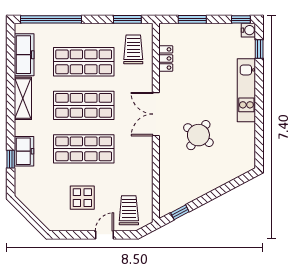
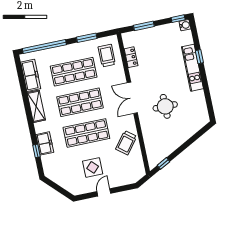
window: (127, 19) -> (87, 38), moved
window: (259, 49) -> (199, 57), moved
round table: (198, 135) -> (165, 106), turned -35
trolley: (129, 210) -> (126, 143), moved, turned -142
door: (104, 235) -> (104, 192), moved

